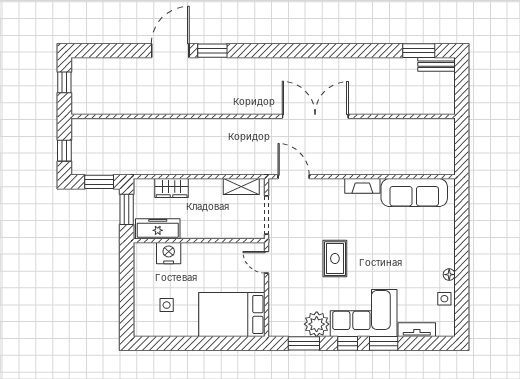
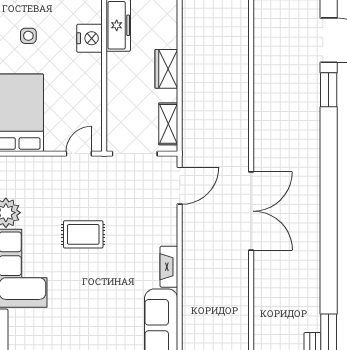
wardrobe: (172, 188) -> (166, 69), moved

